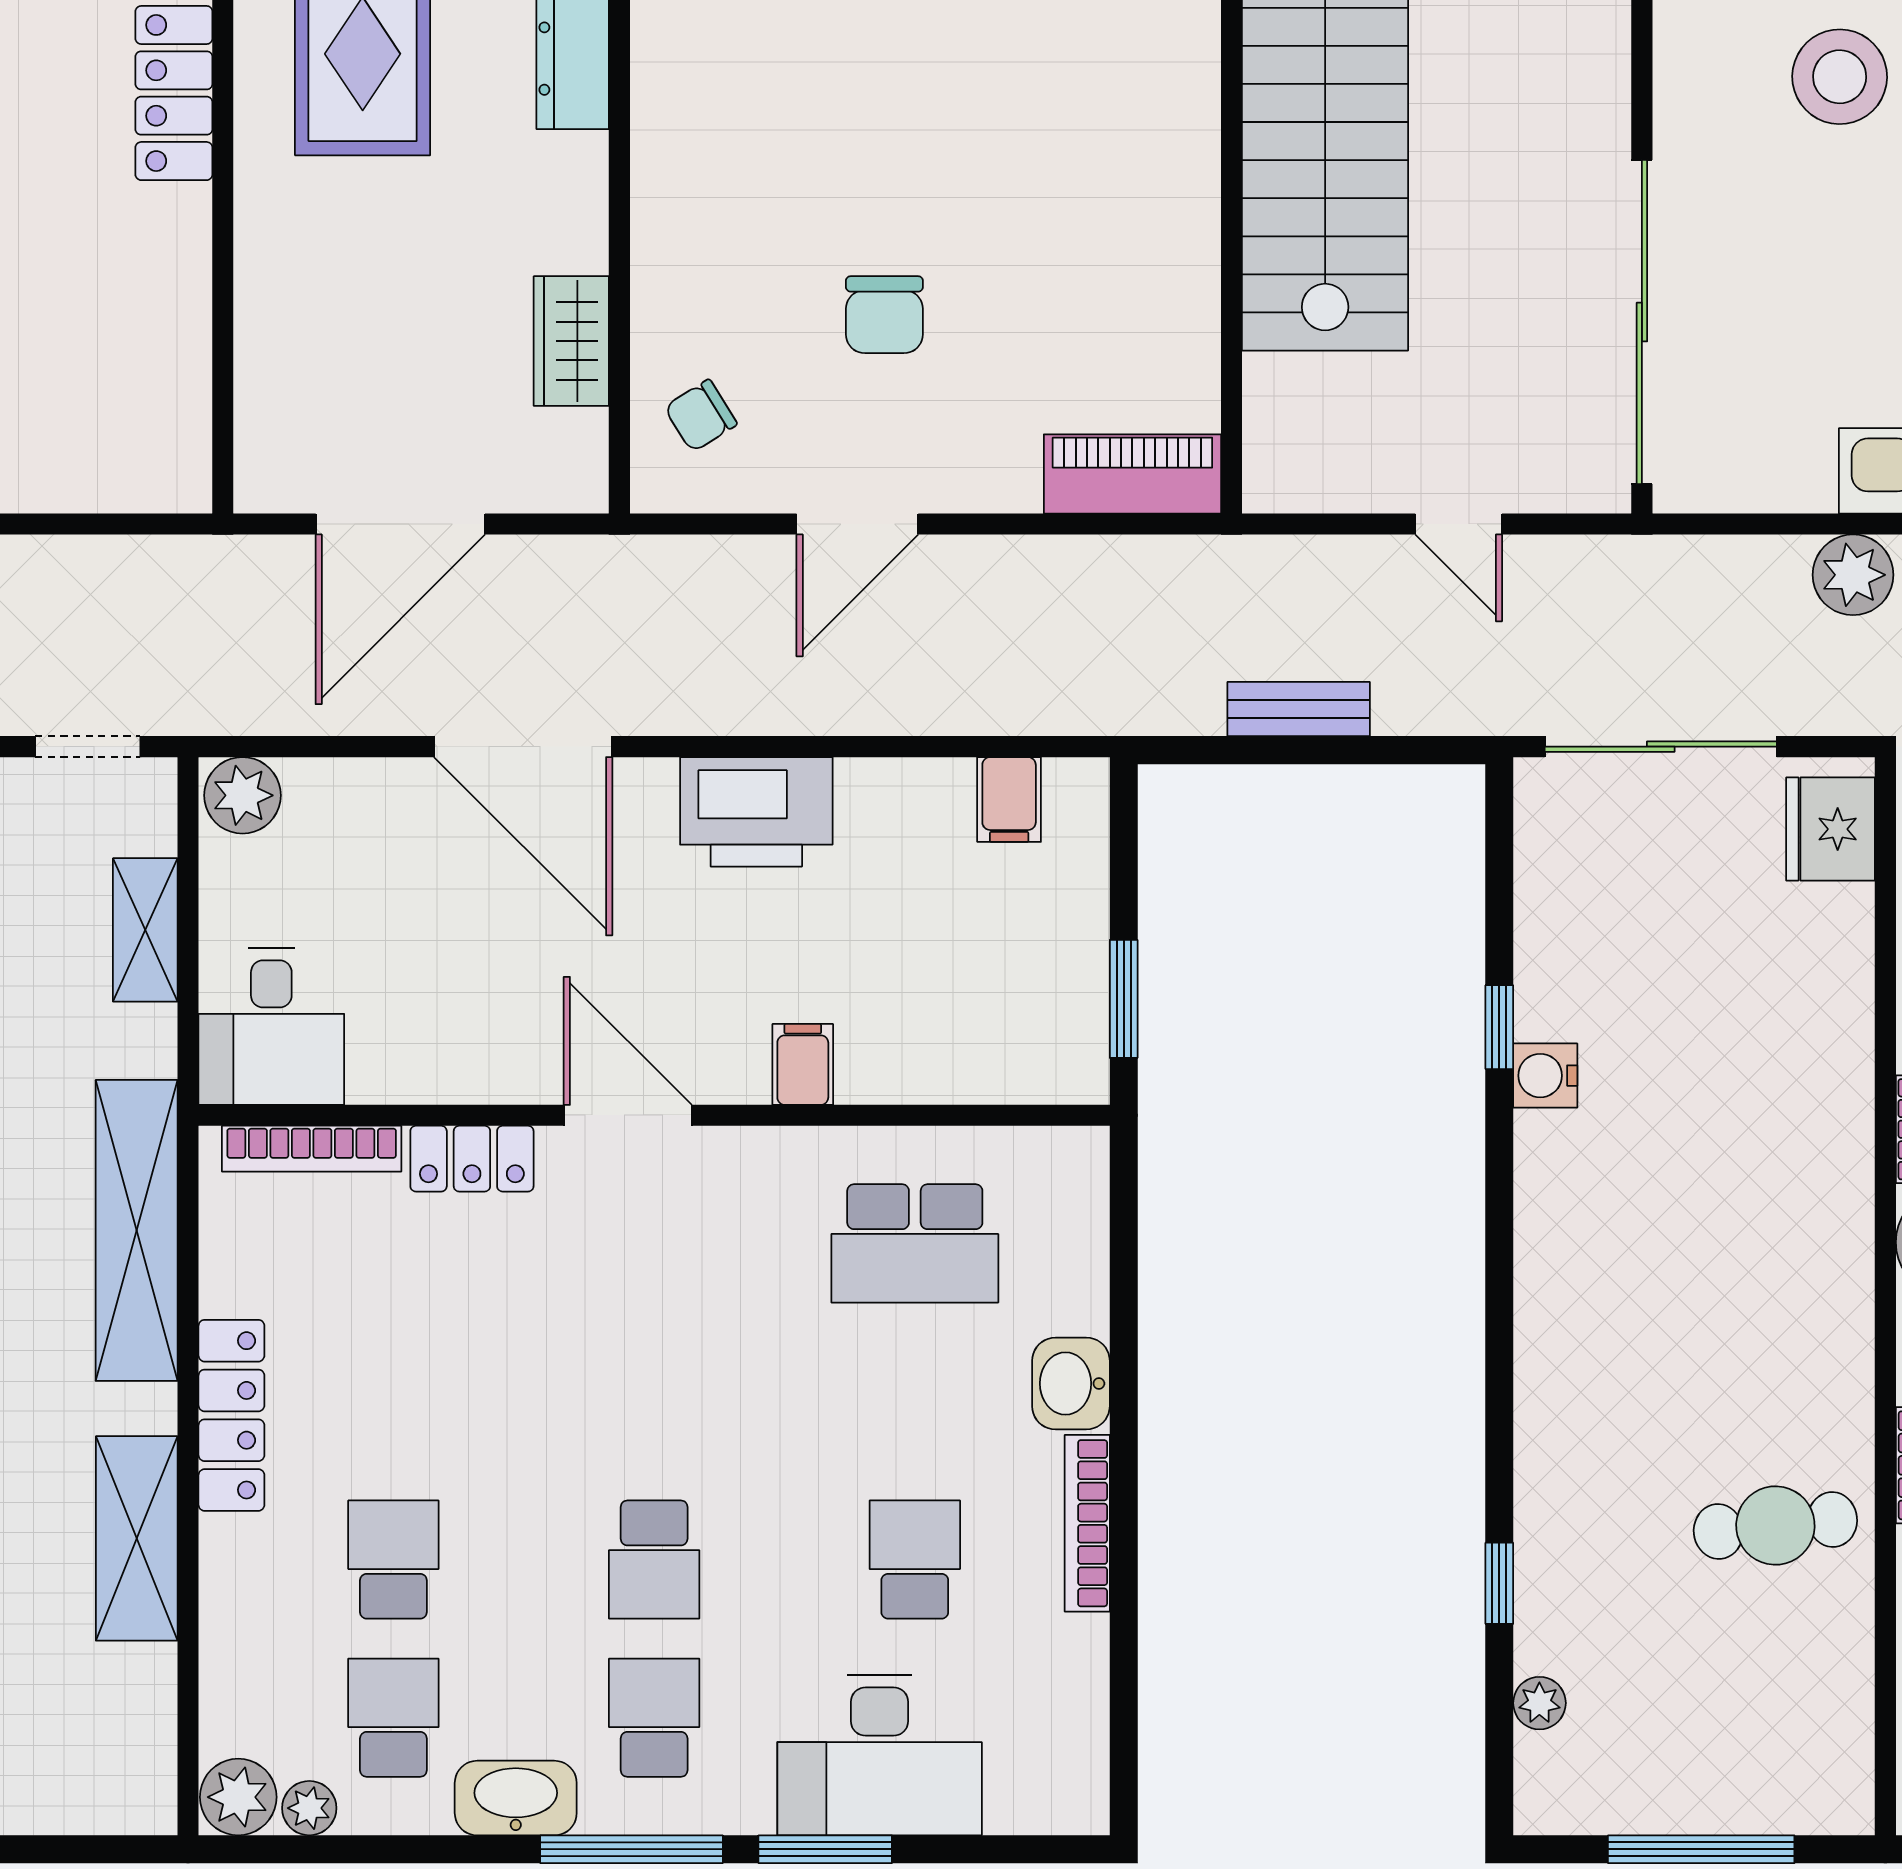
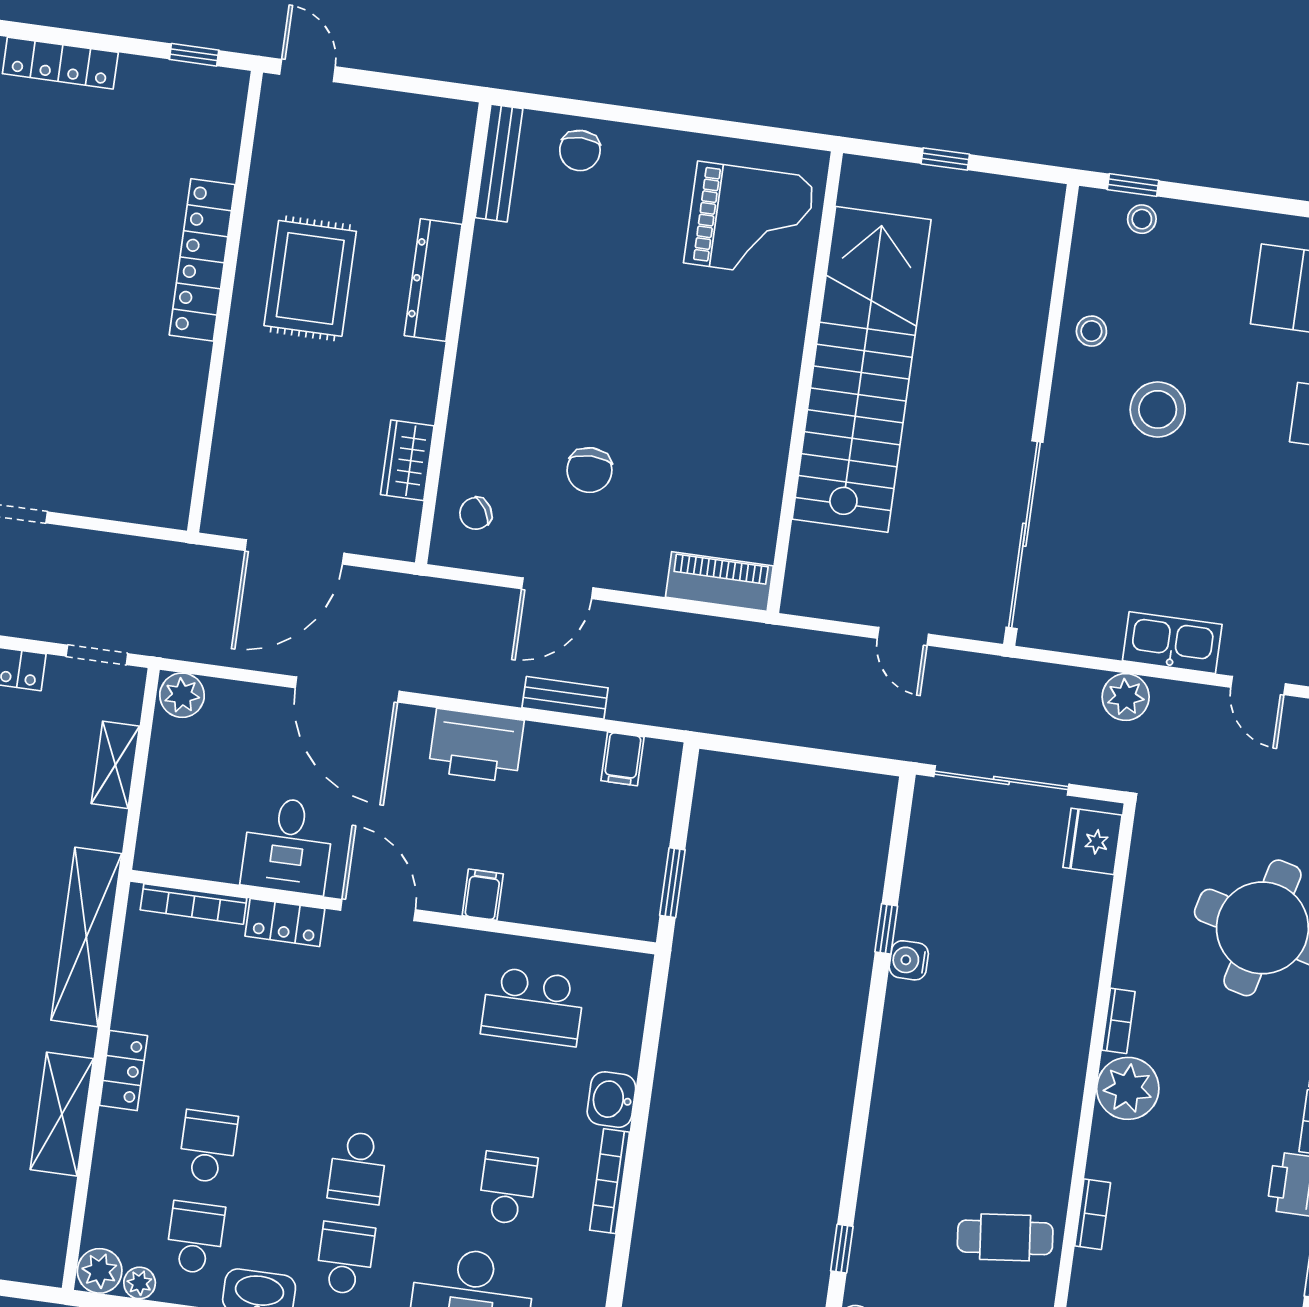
bench: (1299, 709) -> (565, 698), moved
desk: (271, 1026) -> (288, 845), moved
locker: (231, 1415) -> (123, 1071), width x0.66

